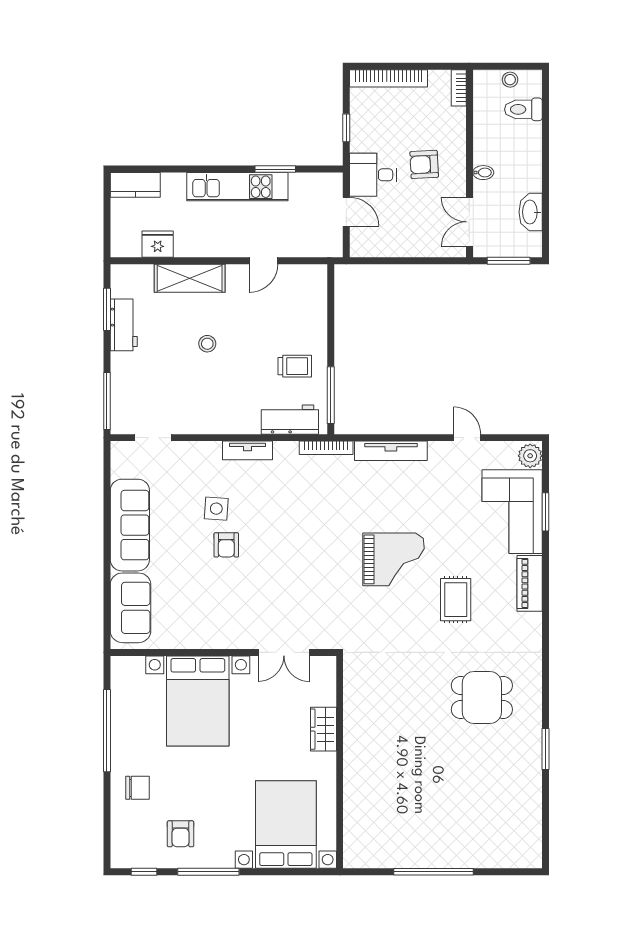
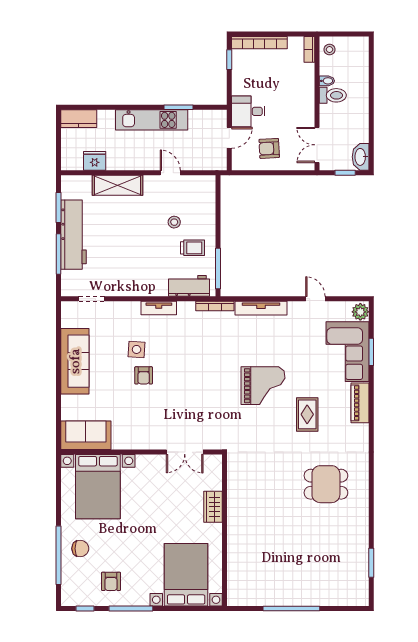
stool: (510, 80) -> (330, 49), moved
toilet: (523, 109) -> (333, 95), moved, turned 180
window: (346, 128) -> (229, 60), moved
armchair: (424, 164) -> (269, 148), moved
bidet: (483, 173) -> (327, 81), moved
door: (346, 212) -> (229, 138), hinge flipped
washbasin: (531, 212) -> (361, 157), moved
door: (263, 261) -> (170, 173), swing flipped
window: (509, 261) -> (345, 173), width x0.67
workbench: (124, 325) -> (74, 235), width x1.88, depth x1.32
stool: (207, 344) -> (174, 222), moved
window: (107, 401) -> (59, 254), moved
sofa: (130, 608) -> (86, 435), moved, turned -90
bed with nightstands: (198, 701) -> (98, 487), moved
window: (107, 731) -> (59, 555), moved
window: (545, 749) -> (371, 563), moved

